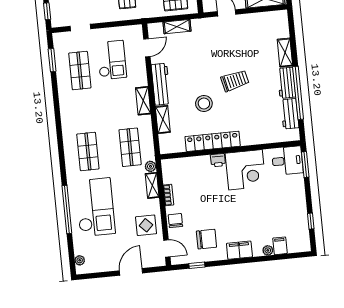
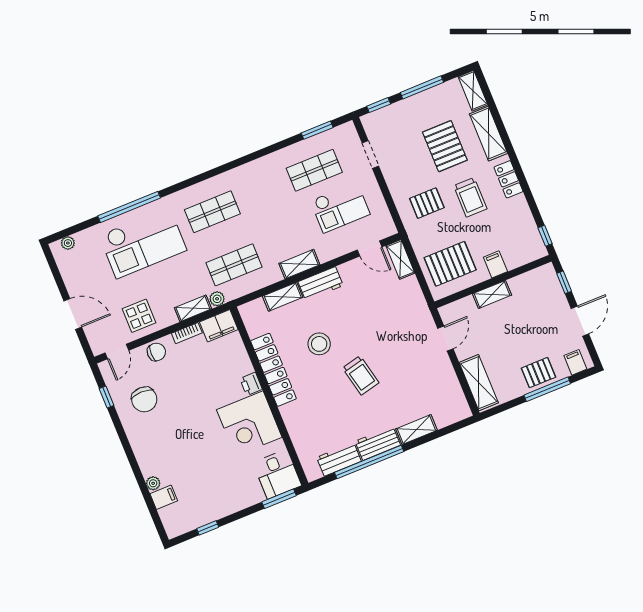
shelving: (177, 27) -> (400, 259), moved
workbench: (161, 84) -> (321, 284), width x0.73
filing cabinet: (239, 250) -> (219, 326), moved, turned 90

